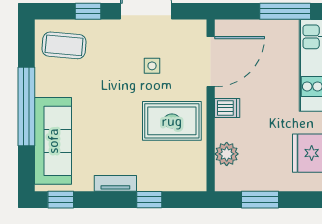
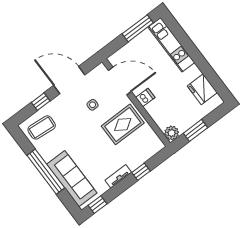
door: (211, 62) -> (120, 81), hinge flipped
plant: (227, 154) -> (172, 133), moved

